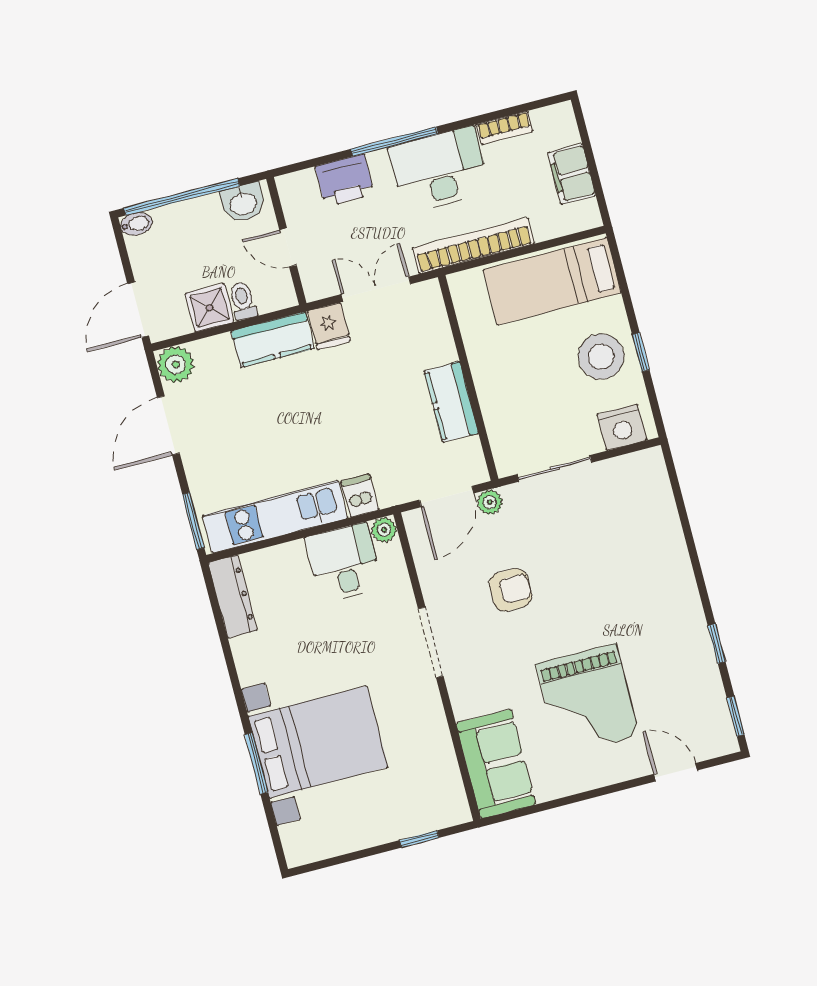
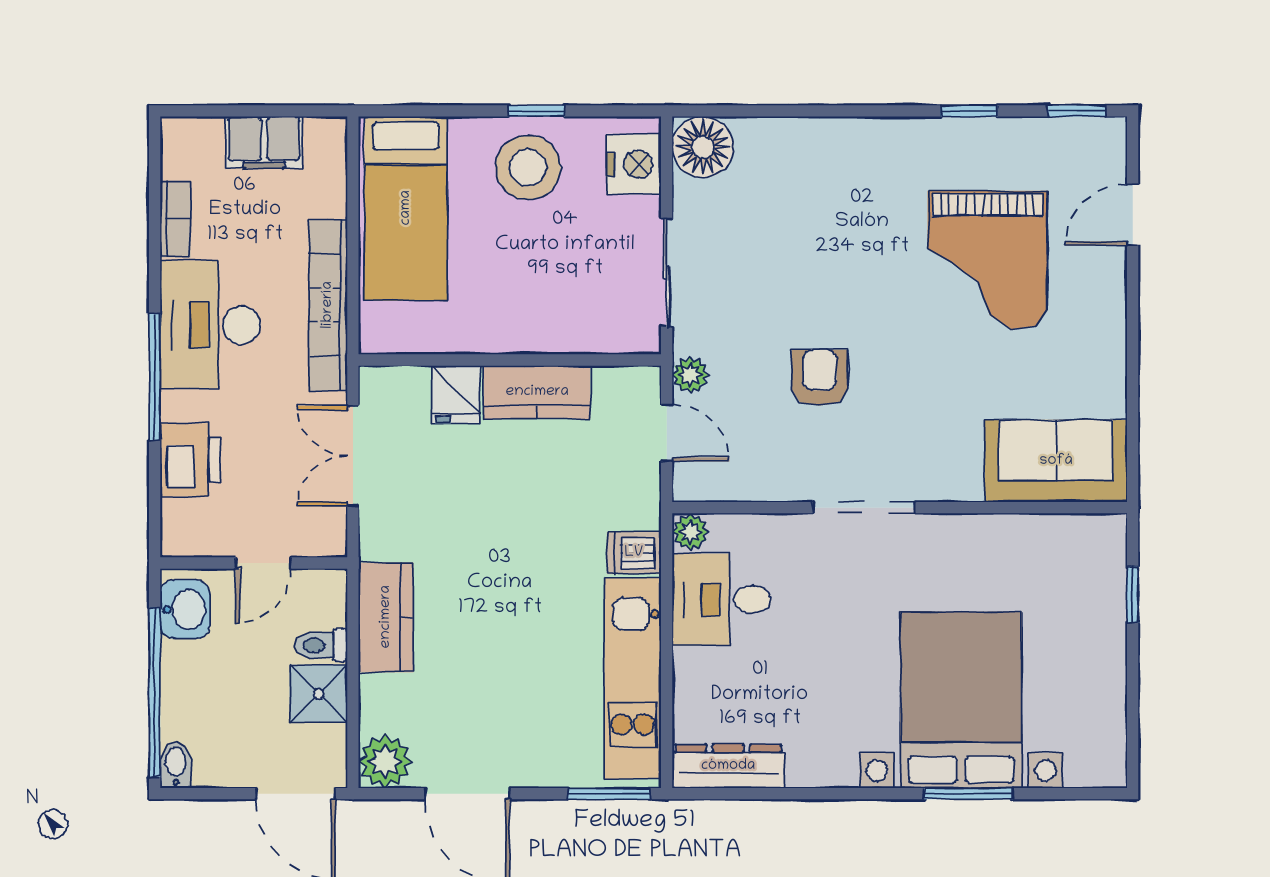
fridge: (329, 326) -> (456, 395), moved, turned 90
floor lamp: (645, 471) -> (703, 147), added
door: (447, 496) -> (667, 433), width x0.73
grand piano: (588, 700) -> (987, 260), moved, turned 90

